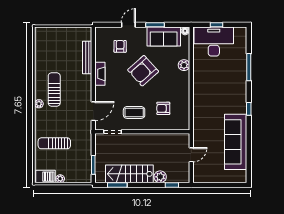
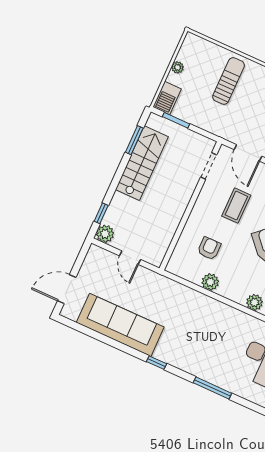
plant: (184, 98) -> (210, 282), added
coffee table: (134, 112) -> (236, 206), moved
barbecue: (45, 177) -> (167, 98), moved
plant: (160, 177) -> (105, 234), moved
door: (228, 185) -> (67, 289), added

